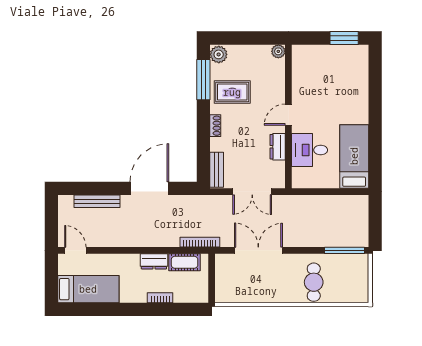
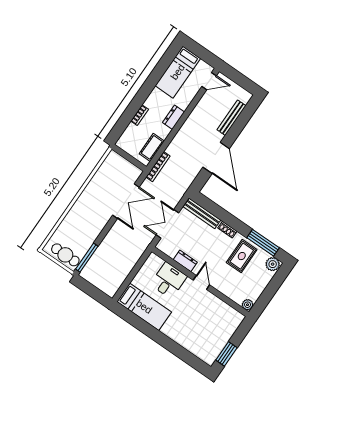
bench: (217, 170) -> (202, 213), width x1.36
dresser: (154, 261) -> (173, 117), moved
cafe table: (314, 282) -> (65, 255), moved

